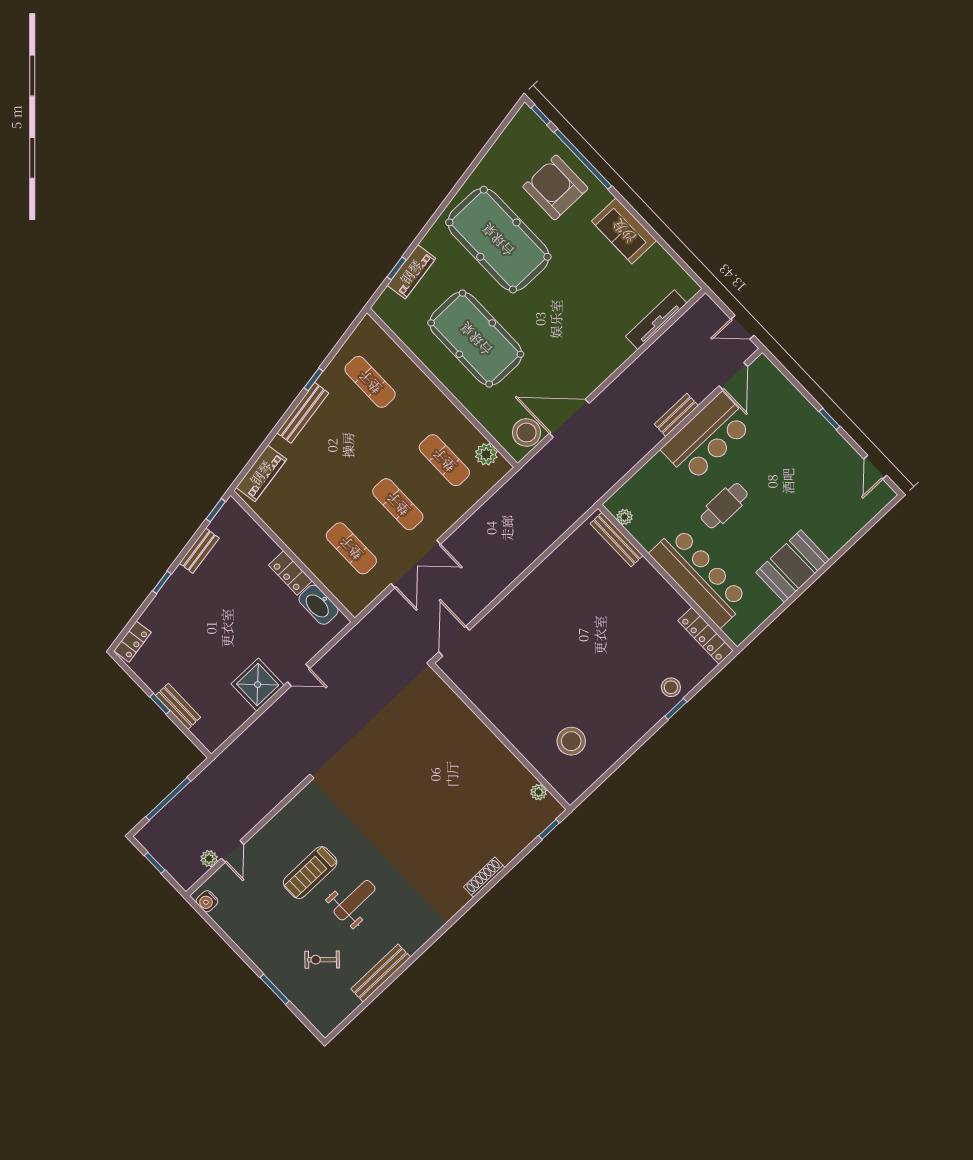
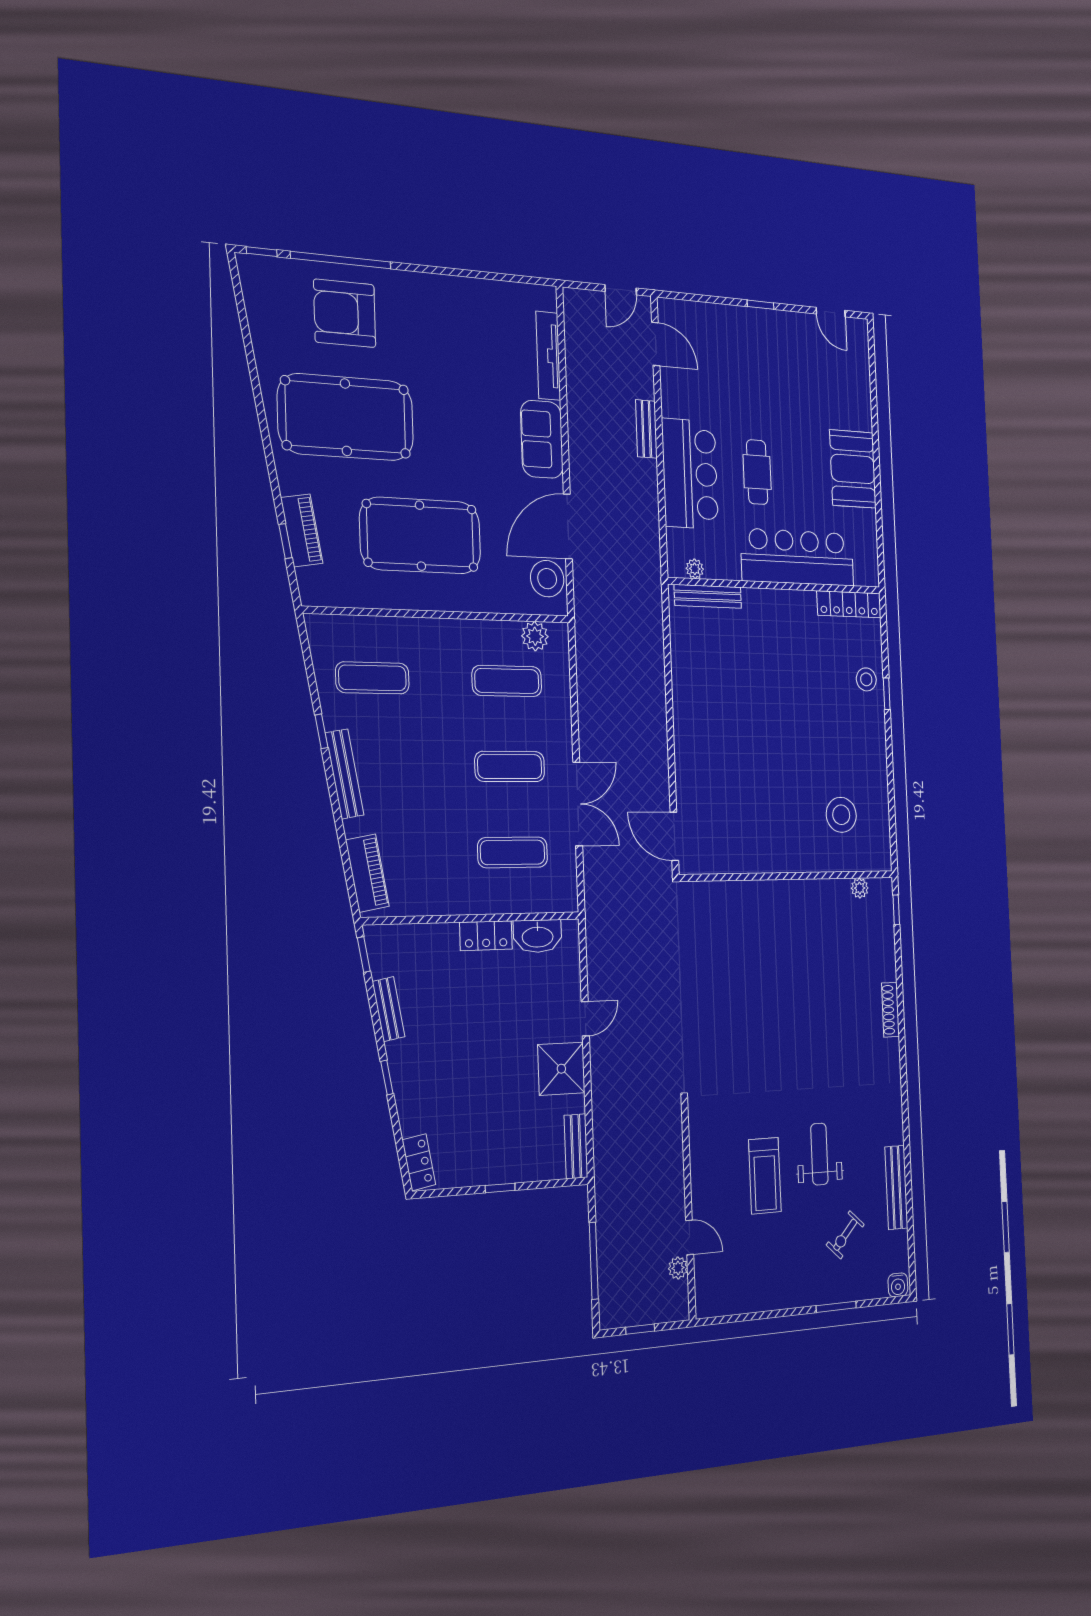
sofa: (624, 231) -> (542, 439), moved, turned 90
bar counter: (707, 437) -> (690, 474), moved
bench: (178, 706) -> (576, 1146), moved, turned 90
water cooler: (207, 901) -> (898, 1285), moved

